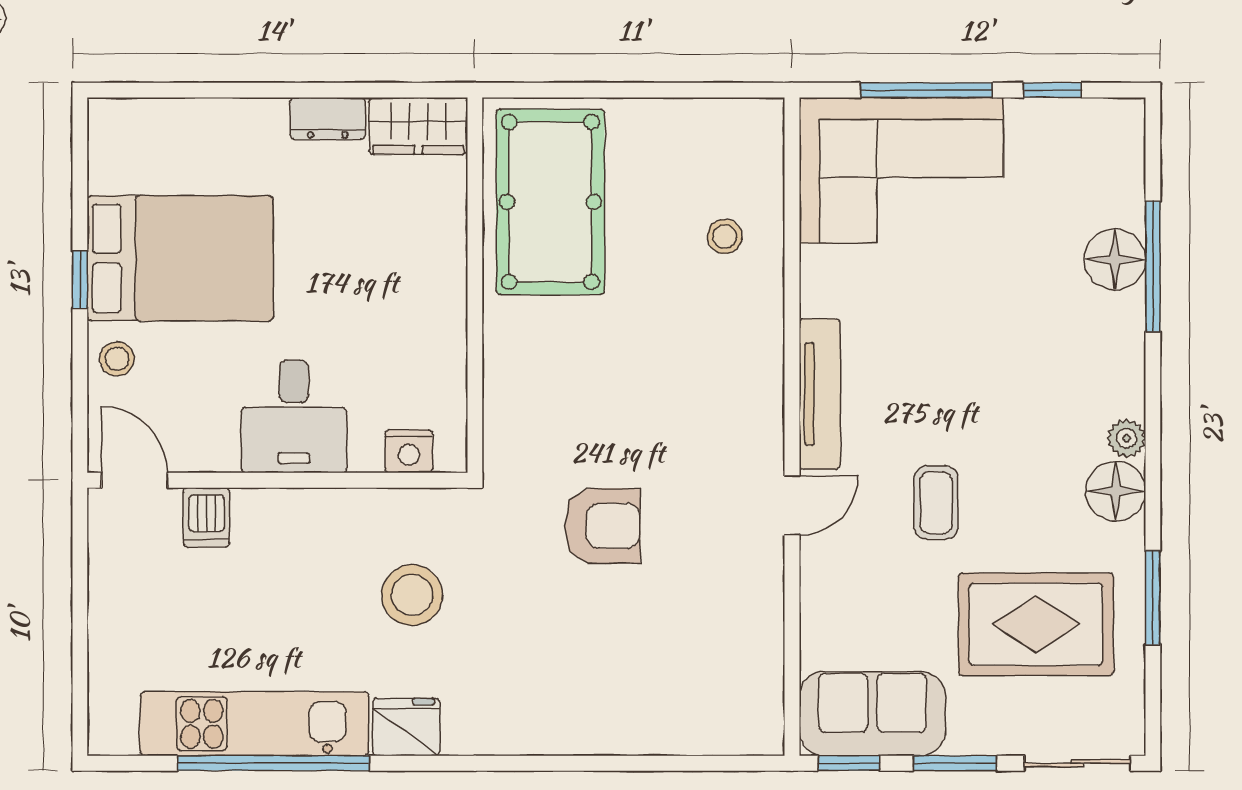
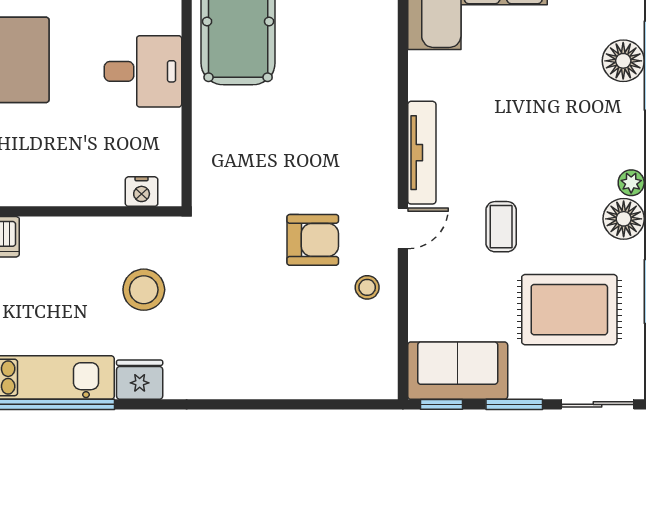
stool: (725, 237) -> (367, 287), moved
desk: (294, 416) -> (143, 71), moved, turned -90
armchair: (603, 526) -> (313, 240), moved

